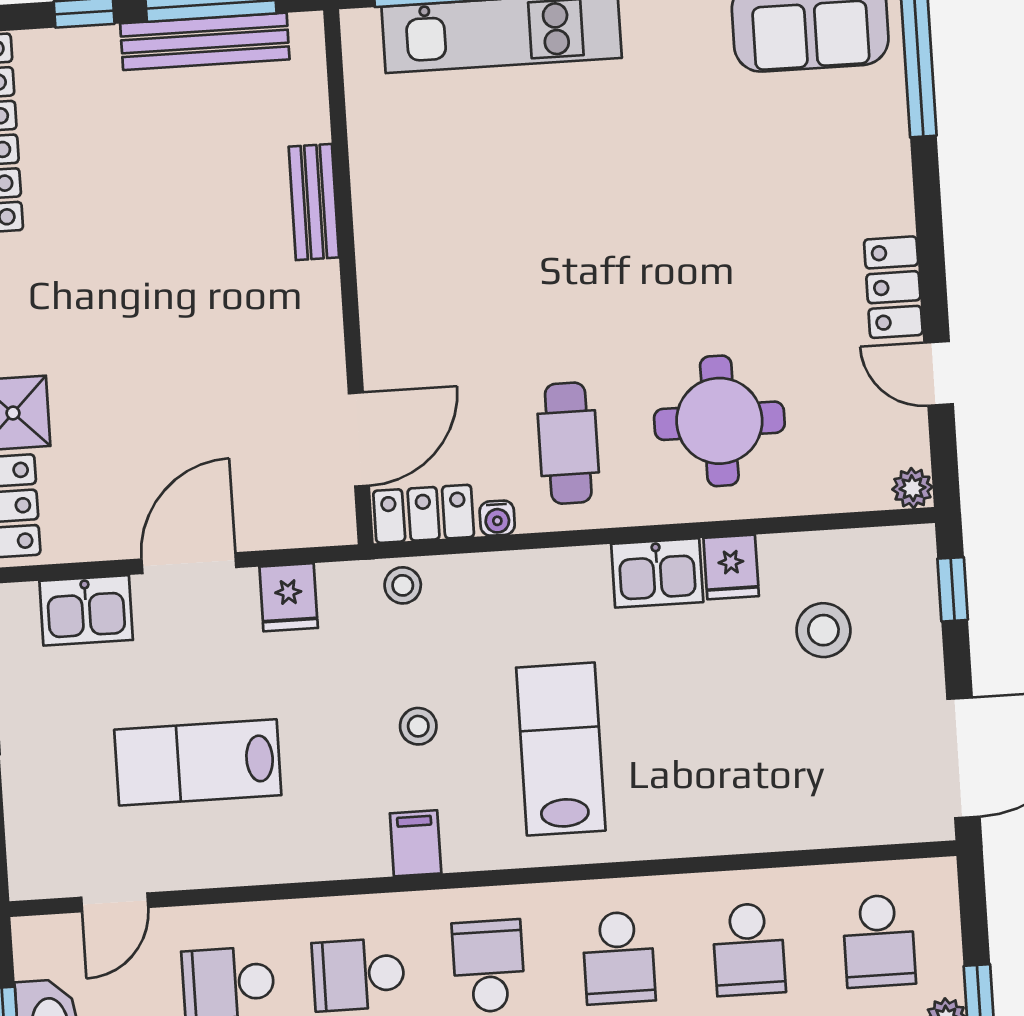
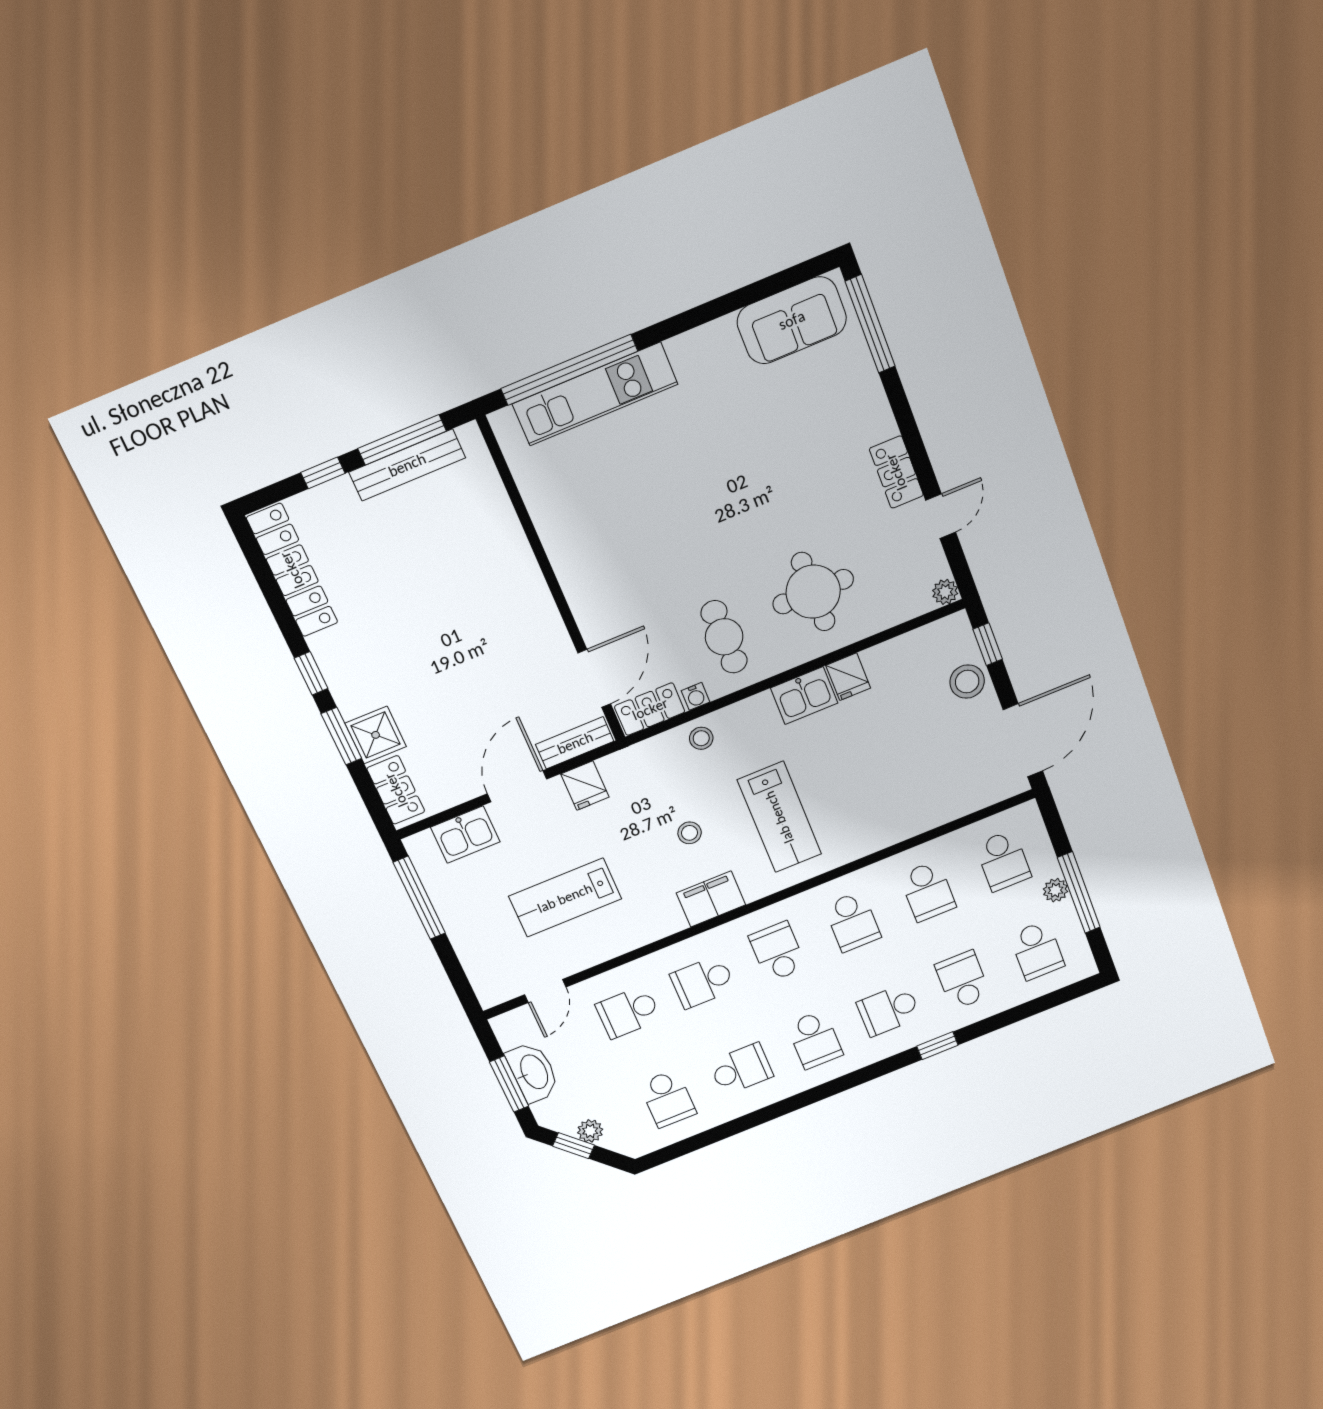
bench: (314, 202) -> (575, 743), moved, turned 90
door: (939, 373) -> (941, 516), swing flipped
stool: (403, 585) -> (701, 738), moved
stool: (823, 630) -> (967, 682), moved
lab bench: (561, 749) -> (779, 817), turned 180
filing cabinet: (416, 843) -> (711, 899), width x2.00

